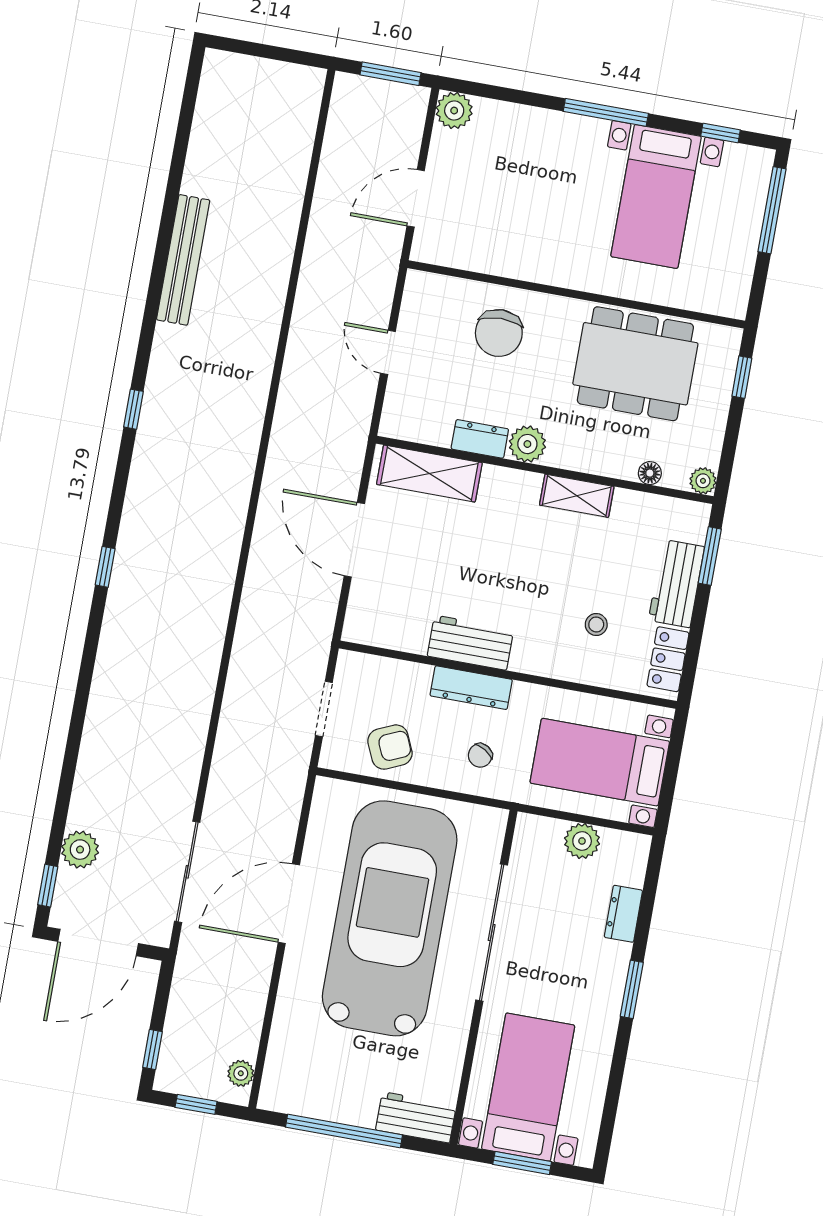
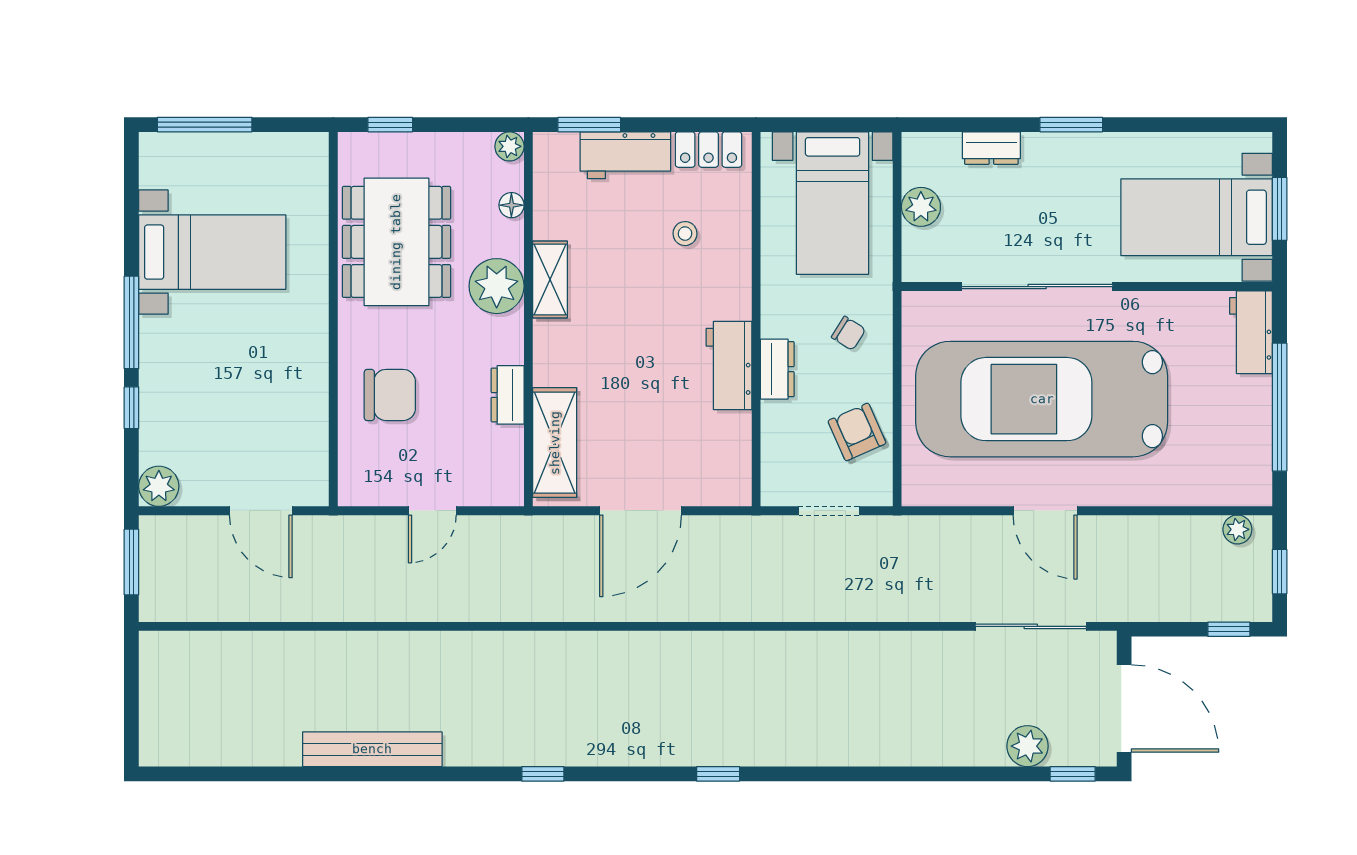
window: (720, 133) -> (131, 408), moved
plant: (527, 444) -> (497, 286), moved, width x1.36, depth x1.36
dresser: (471, 688) -> (777, 369), width x0.70
door: (289, 904) -> (1045, 511), width x0.73

